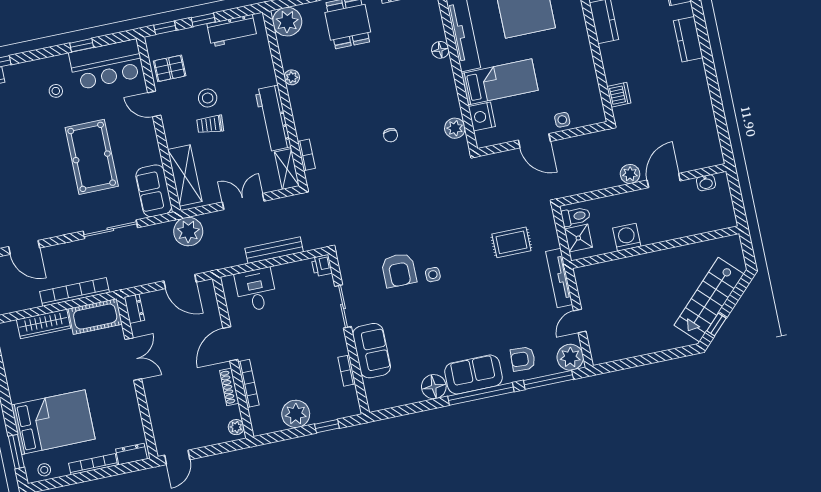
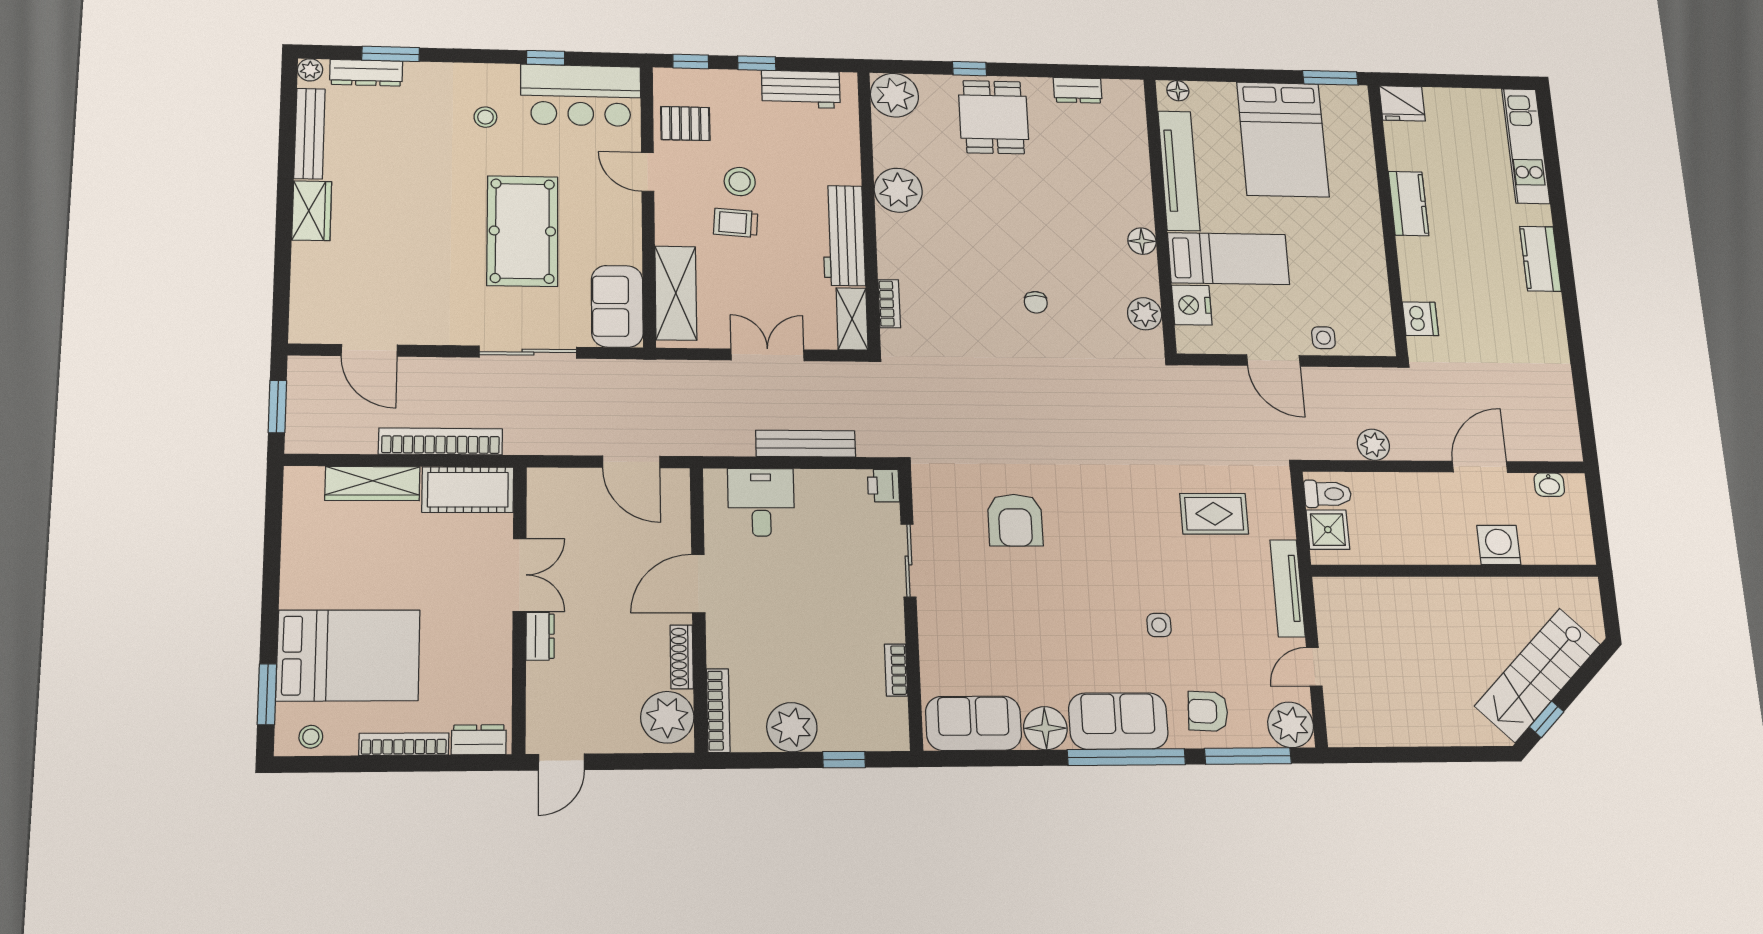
floor lamp: (440, 50) -> (1142, 241), moved
plant: (292, 77) -> (898, 190), width x1.88, depth x1.88
plant: (630, 174) -> (1373, 445), moved
plant: (188, 232) -> (663, 383), removed
washing machine: (627, 237) -> (1499, 545), moved
side table: (433, 275) -> (1159, 625), moved
dresser: (134, 309) -> (540, 636), moved
sofa: (372, 351) -> (974, 723), moved, turned -90
bookcase: (248, 383) -> (718, 710), moved
plant: (236, 427) -> (667, 717), width x1.88, depth x1.88

